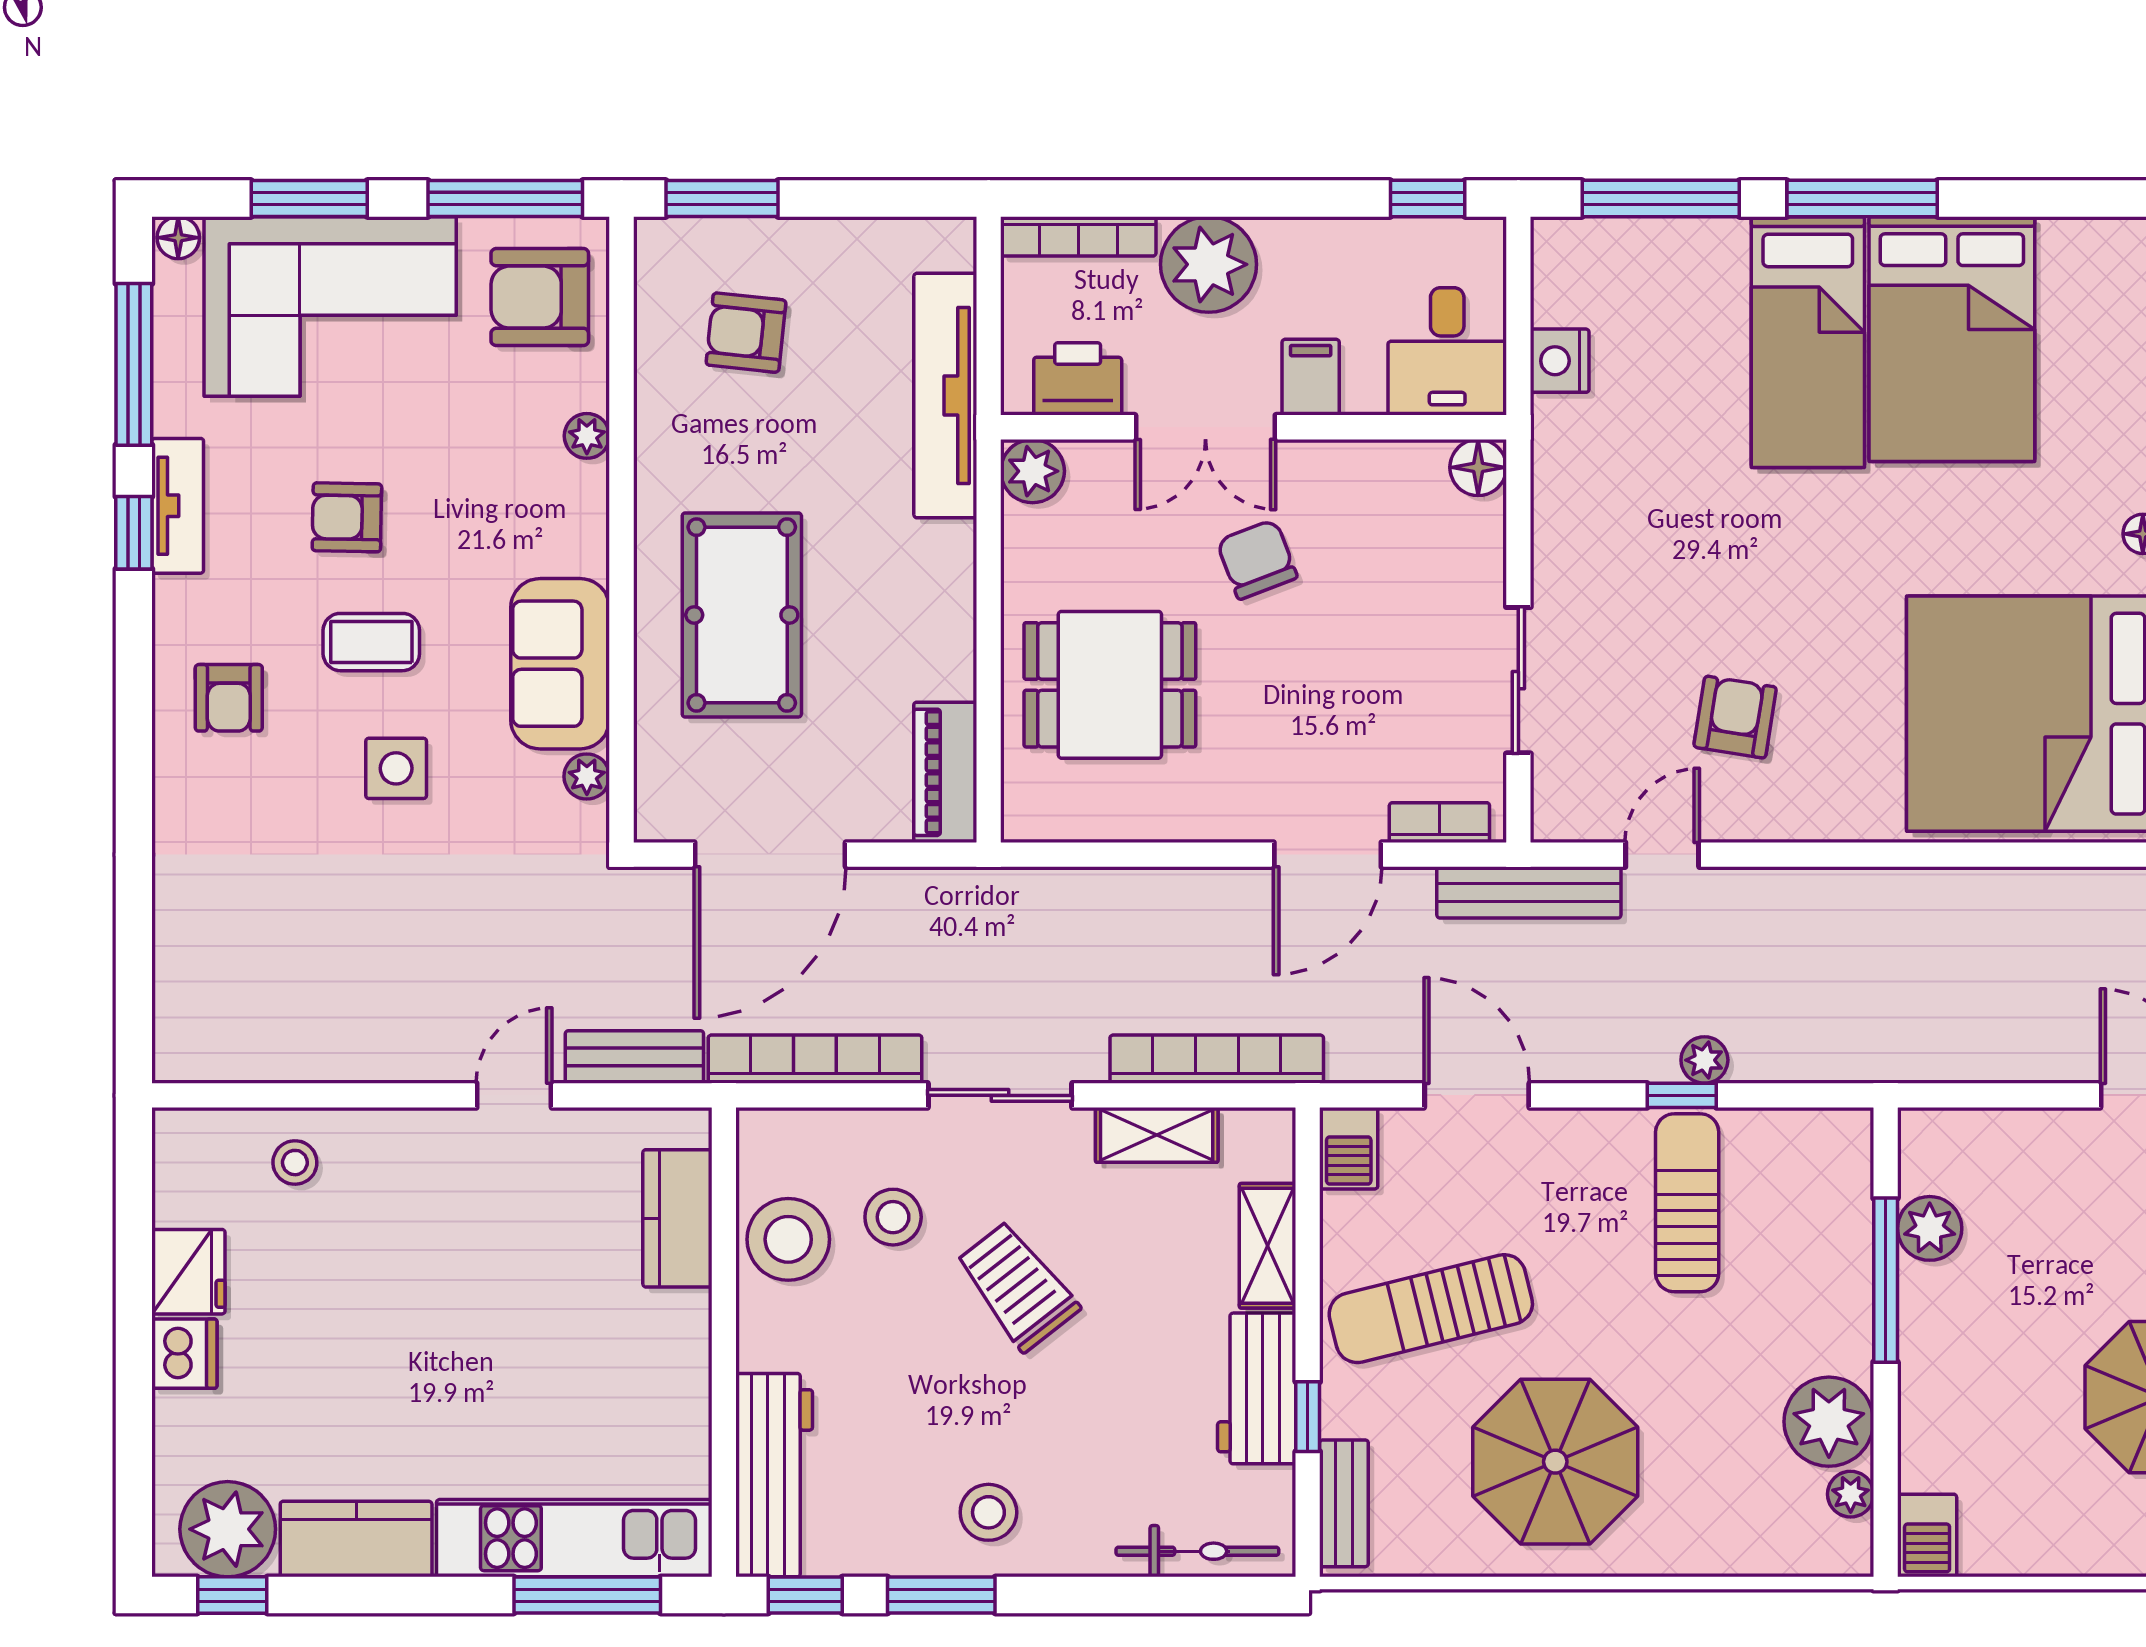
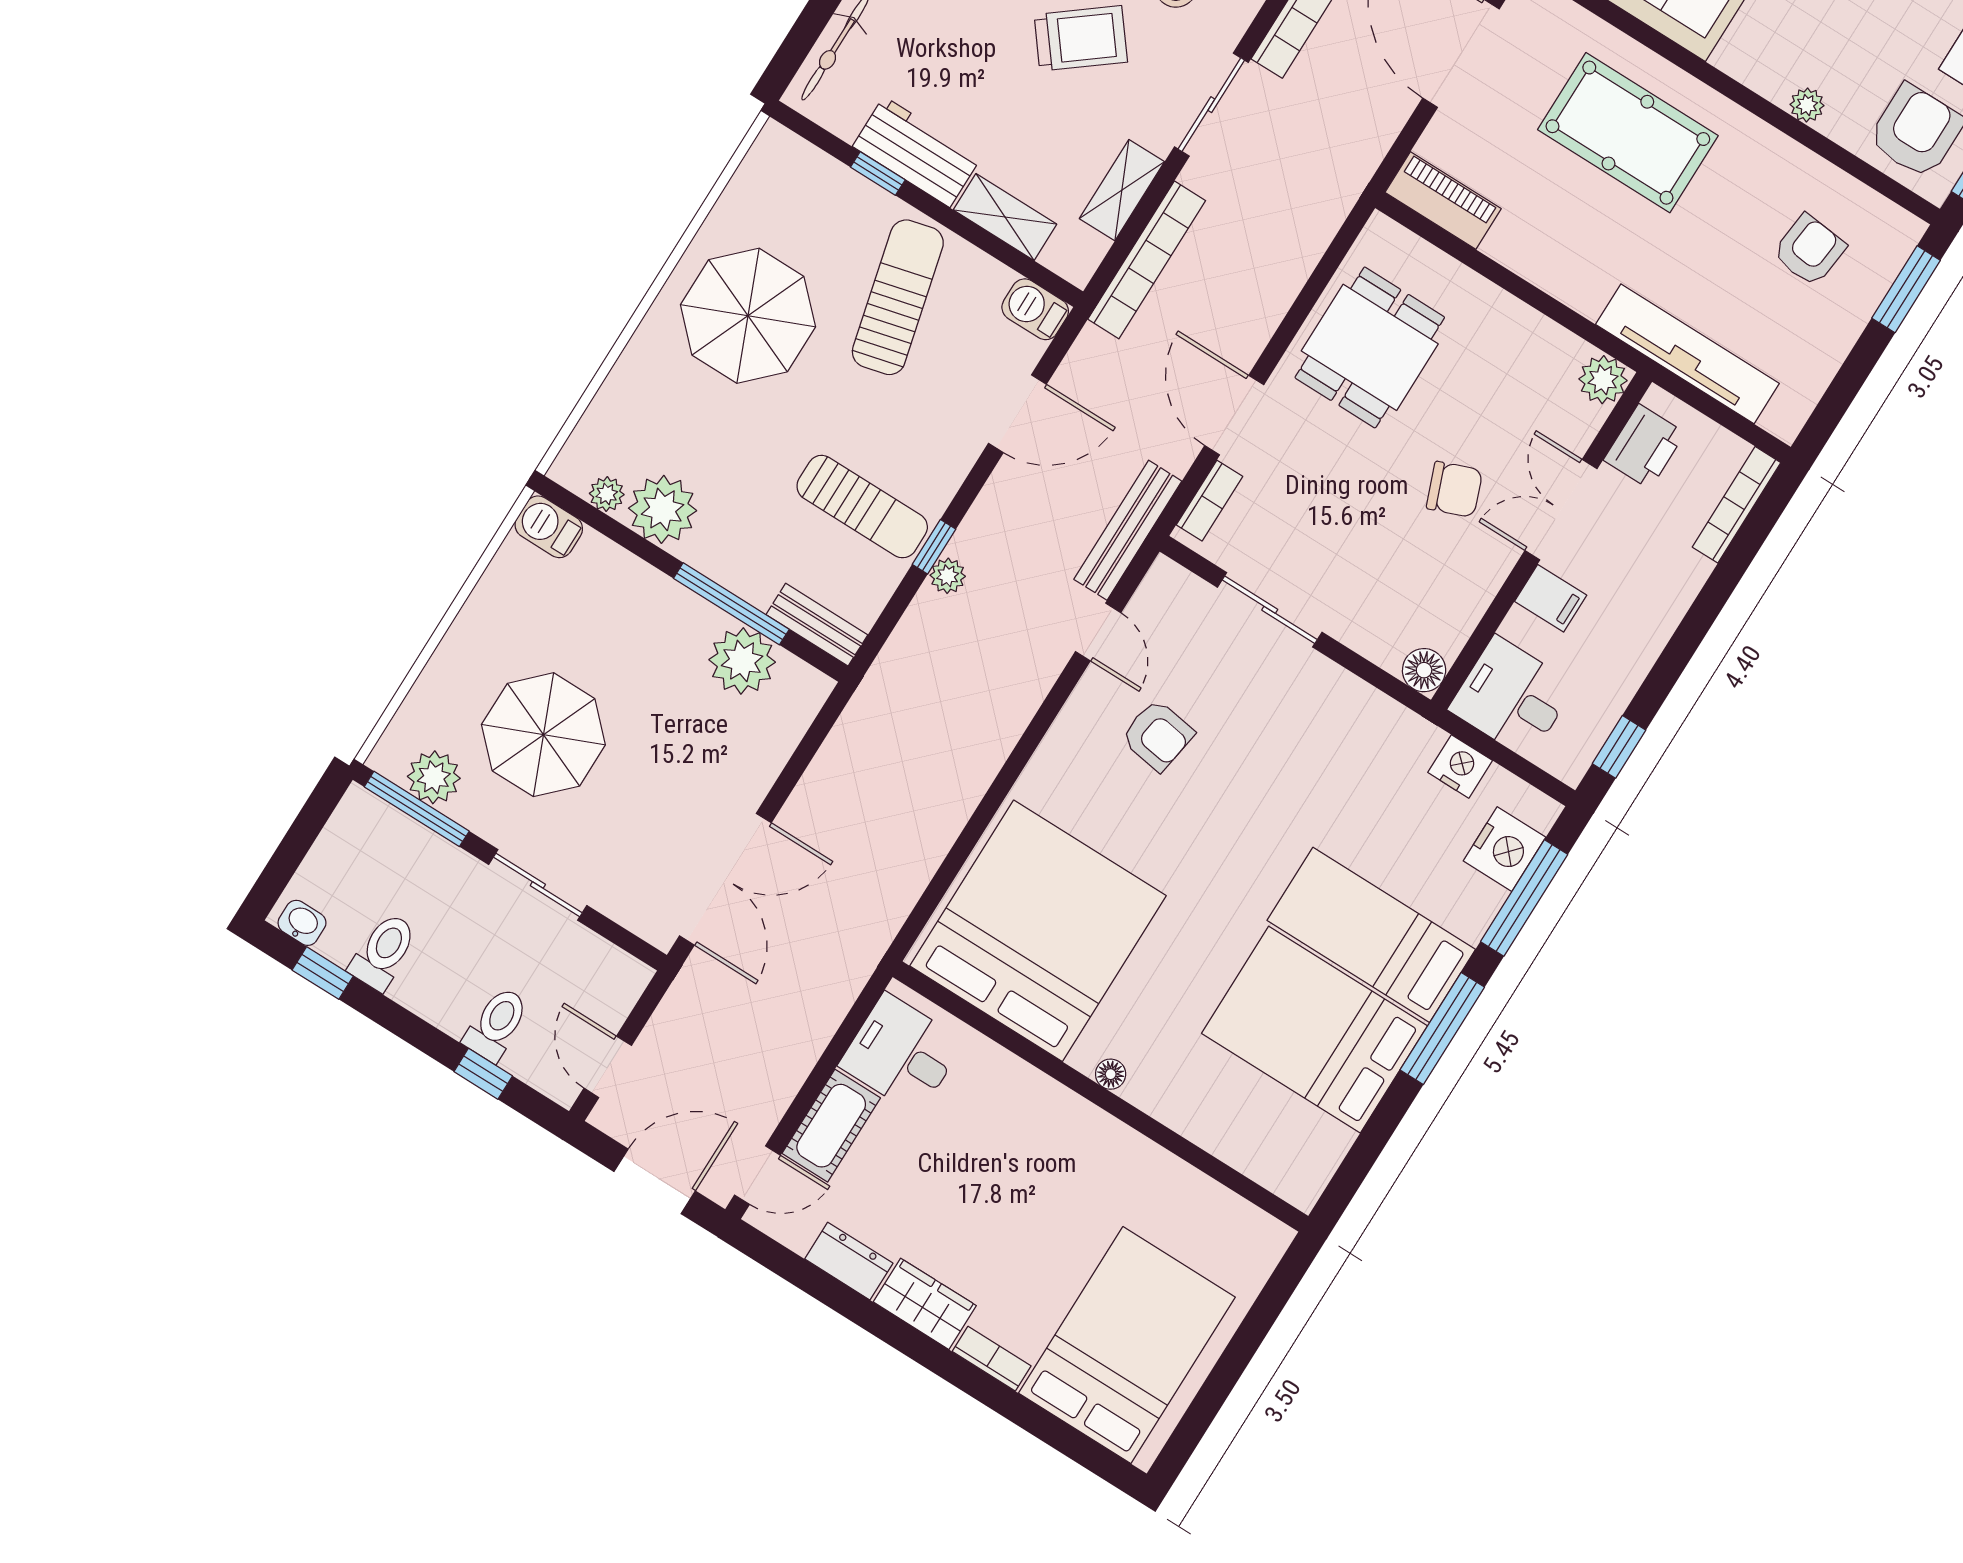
nightstand: (1620, 254) -> (1505, 849), added
plant: (1209, 264) -> (1665, 578), removed
dining table: (1110, 685) -> (1370, 347), moved
plant: (1930, 1228) -> (742, 661), width x1.36, depth x1.36
bench: (1344, 1503) -> (817, 625), moved

